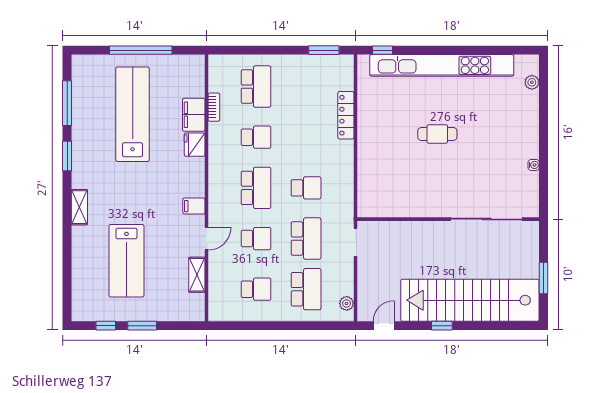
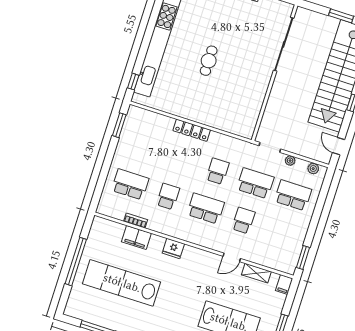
locker: (346, 115) -> (192, 130), moved
fridge: (195, 145) -> (173, 248), moved
filing cabinet: (194, 206) -> (284, 284), moved
door: (207, 239) -> (232, 257), swing flipped
plant: (347, 272) -> (290, 161), added
school desk: (256, 289) -> (281, 233), removed
window: (234, 326) -> (303, 257), added

